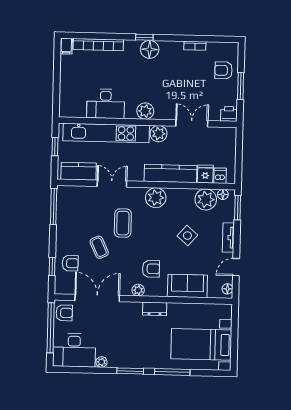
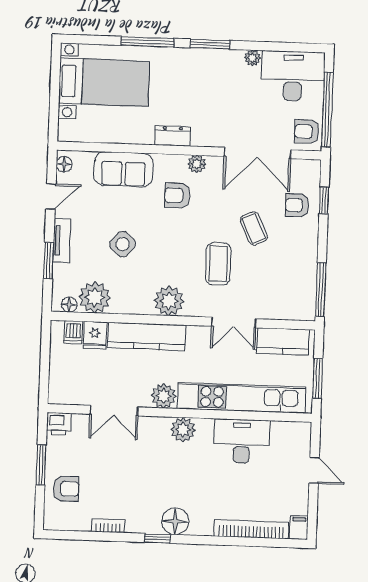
window: (144, 37) -> (157, 538), moved
door: (57, 85) -> (314, 470), added
window: (55, 147) -> (318, 378), width x1.50
window: (238, 208) -> (48, 261), moved

